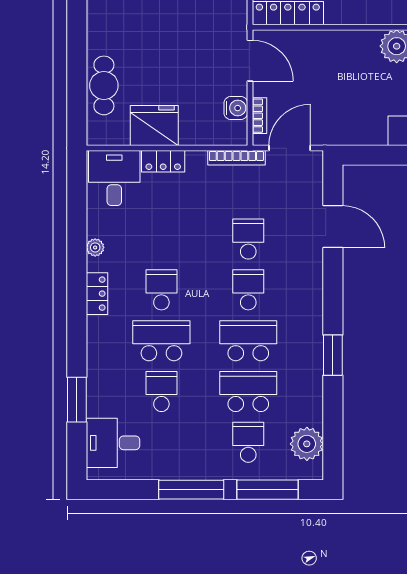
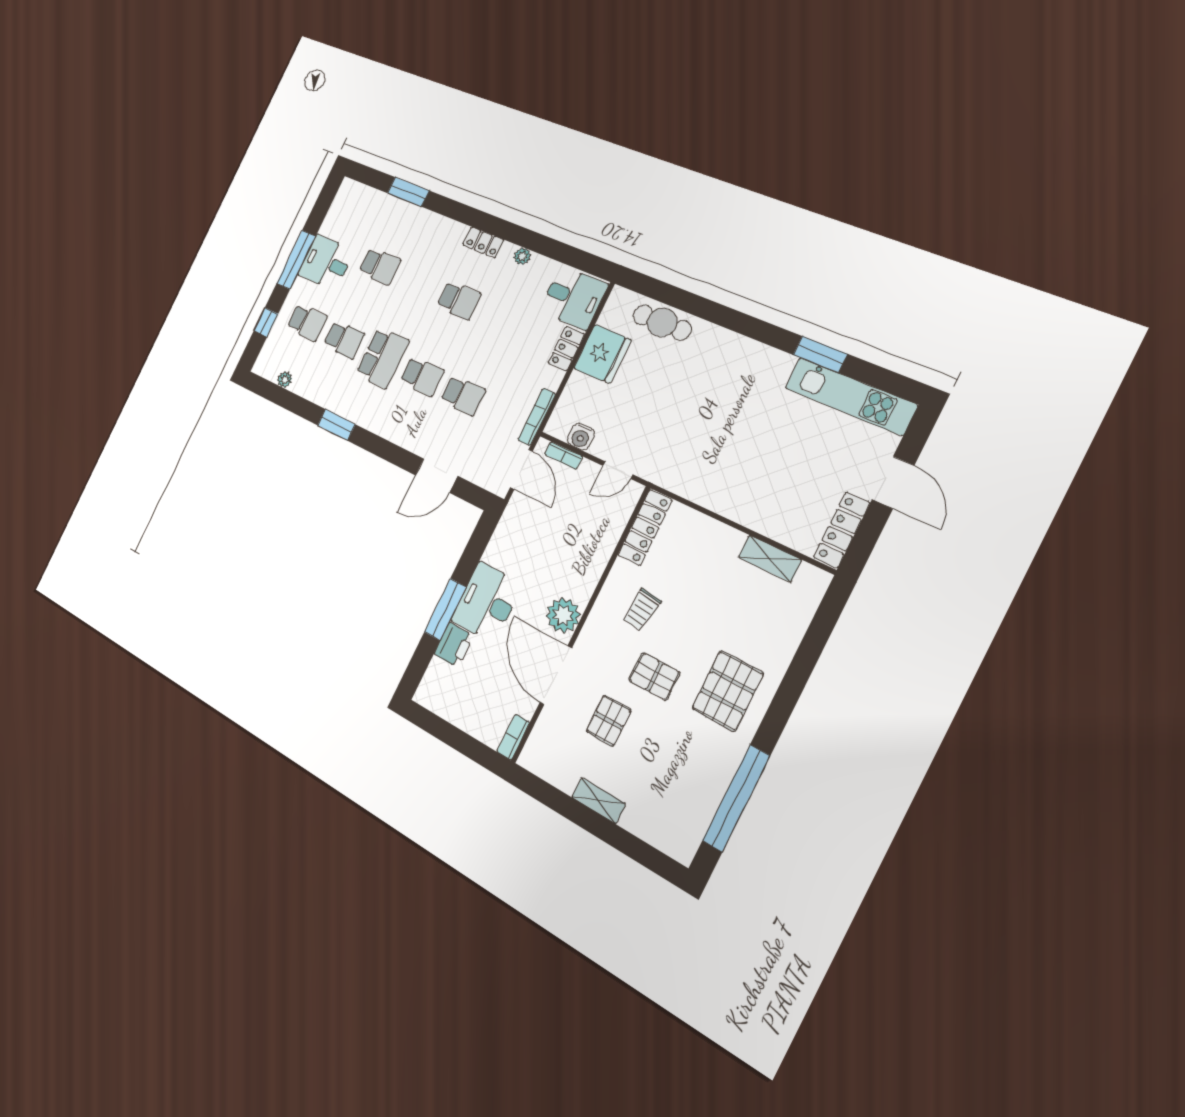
door: (250, 61) -> (618, 470), width x0.73
school desk: (161, 341) -> (419, 283), removed
school desk: (248, 391) -> (344, 340), width x0.54
desk: (113, 443) -> (326, 262), moved, turned -90
plant: (307, 444) -> (285, 380), width x0.53, depth x0.53
window: (268, 490) -> (266, 322), width x0.46

